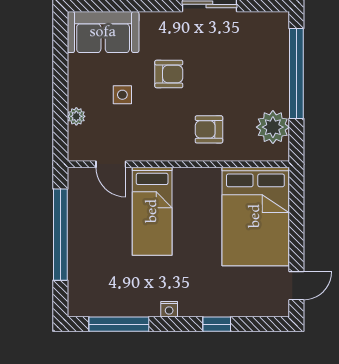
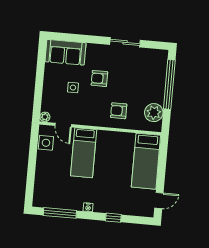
armchair: (169, 74) -> (99, 78), turned 180
plant: (76, 116) -> (45, 117), moved
side table: (82, 199) -> (46, 143), added
bed: (255, 216) -> (146, 161), width x0.67
window: (60, 235) -> (32, 161), removed

